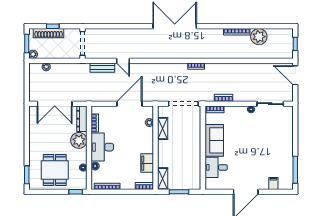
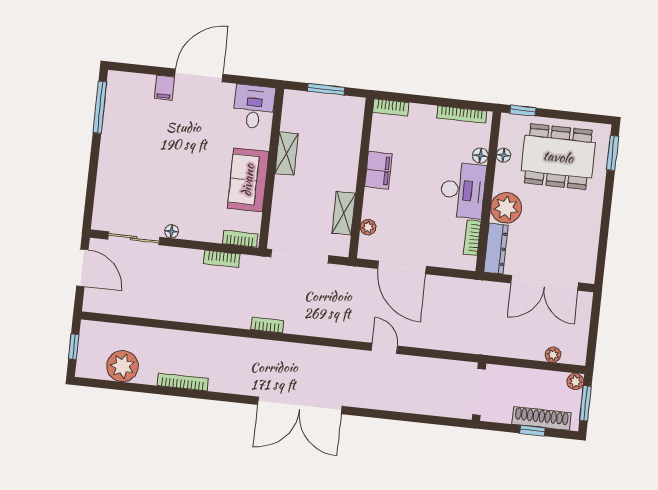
plant: (259, 37) -> (122, 366), moved
door: (123, 61) -> (384, 348), moved
bench: (102, 68) -> (446, 342), removed
door: (295, 75) -> (82, 268), moved
double door: (55, 104) -> (545, 283), swing flipped
door: (129, 104) -> (402, 267), hinge flipped
filing cabinet: (147, 163) -> (378, 170), moved
desk: (216, 167) -> (254, 107), moved, turned -90
dining table: (55, 170) -> (558, 157), width x1.38
shelving: (163, 179) -> (287, 154), moved
filing cabinet: (273, 183) -> (164, 88), moved

